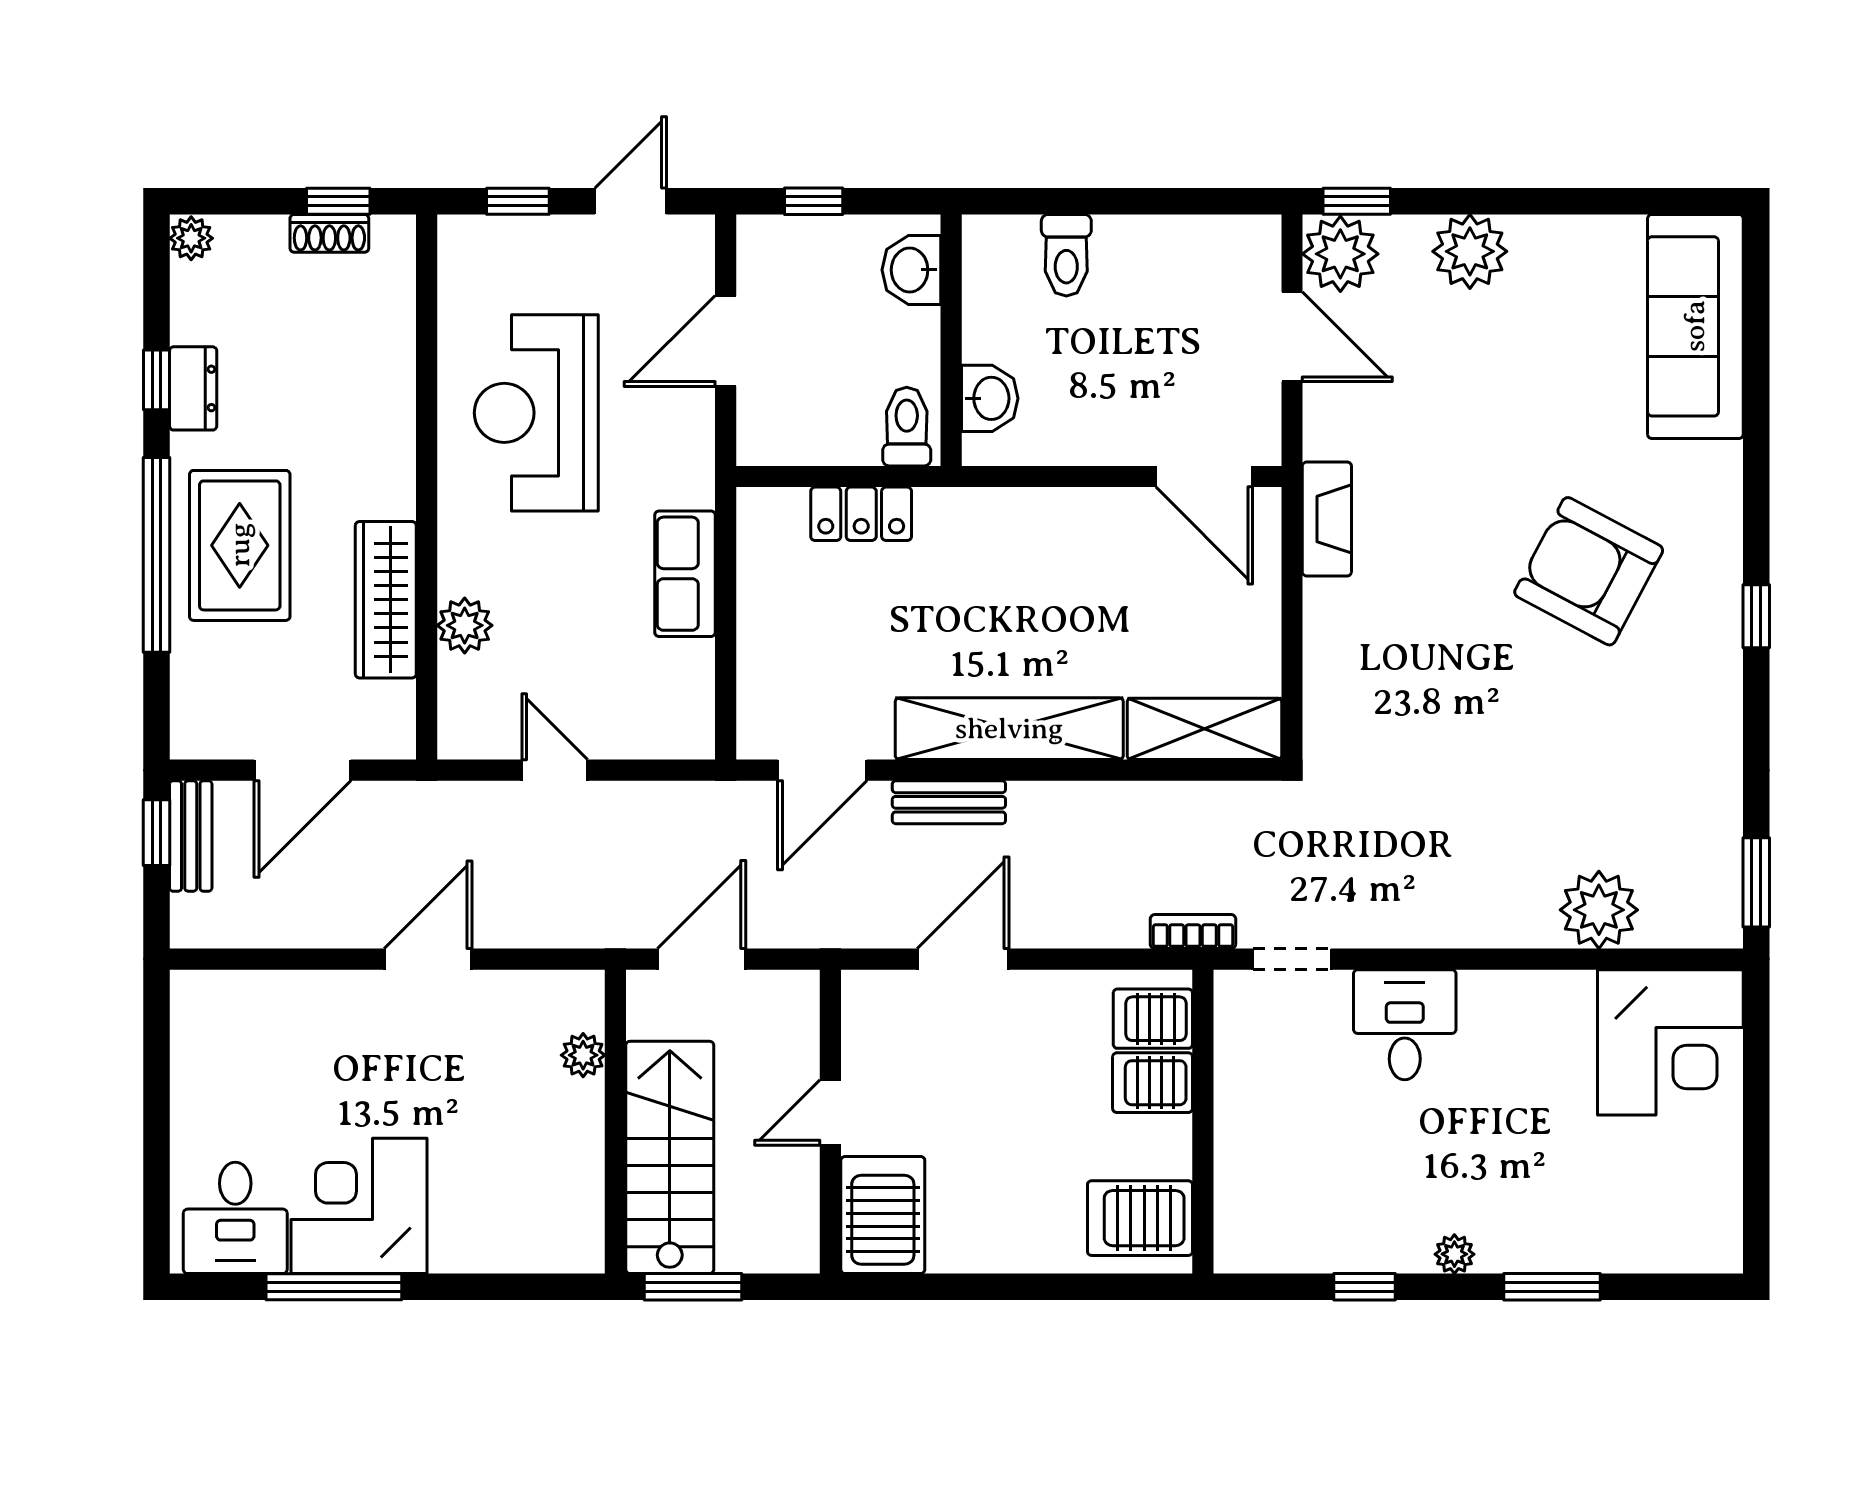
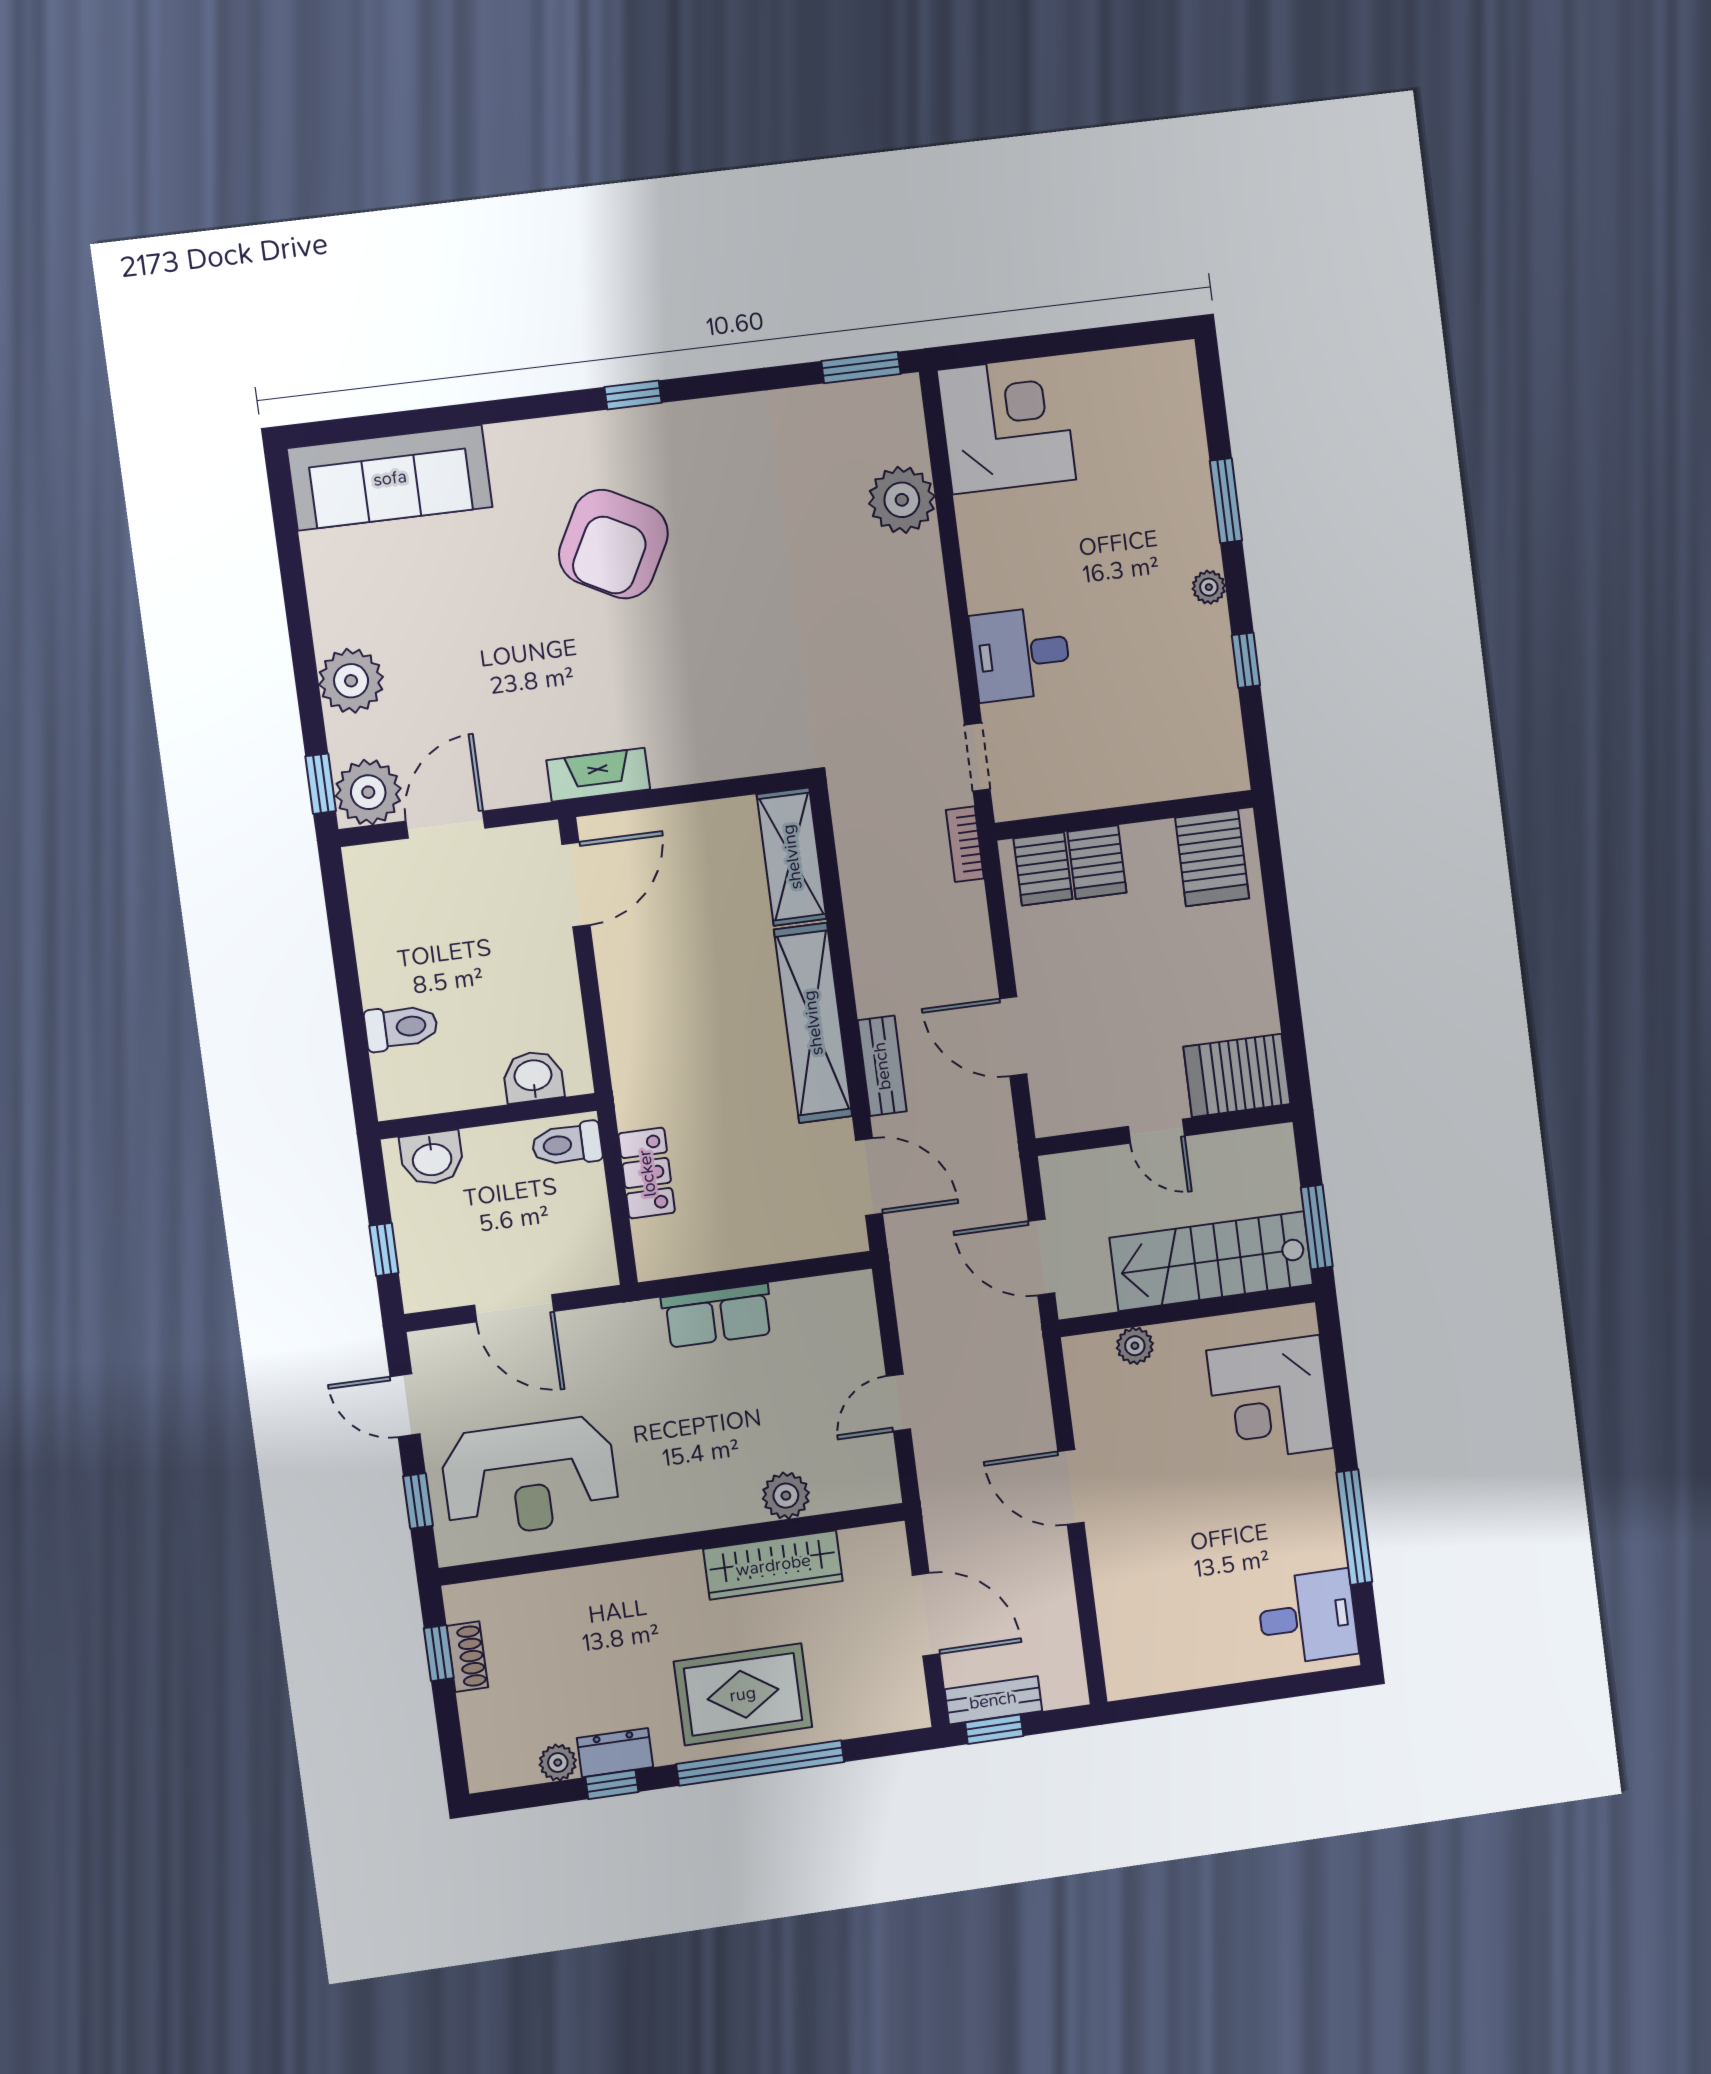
plant: (191, 238) -> (558, 1763), moved
reception desk: (536, 413) -> (530, 1477), moved
corner desk: (359, 1206) -> (1270, 1399), moved

